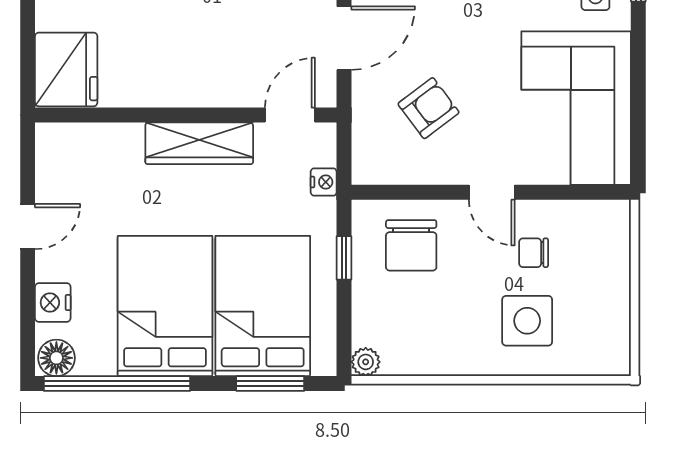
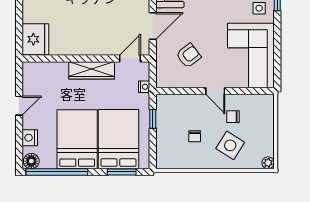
chair: (411, 245) -> (195, 136), moved, width x0.54, depth x0.54
side table: (527, 321) -> (230, 145), turned 32
plant: (366, 362) -> (268, 163), moved

